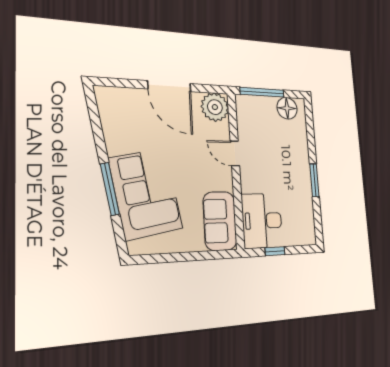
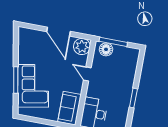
floor lamp: (287, 108) -> (106, 49), moved

